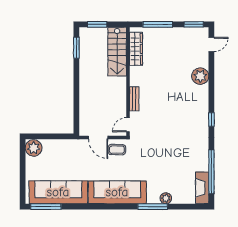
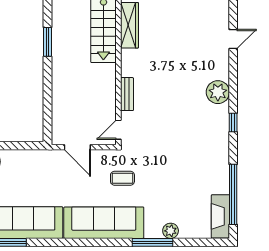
door: (211, 44) -> (233, 39), moved
window: (76, 48) -> (47, 42), moved
plant: (200, 76) -> (218, 92), moved
coffee table: (117, 150) -> (122, 178), moved

